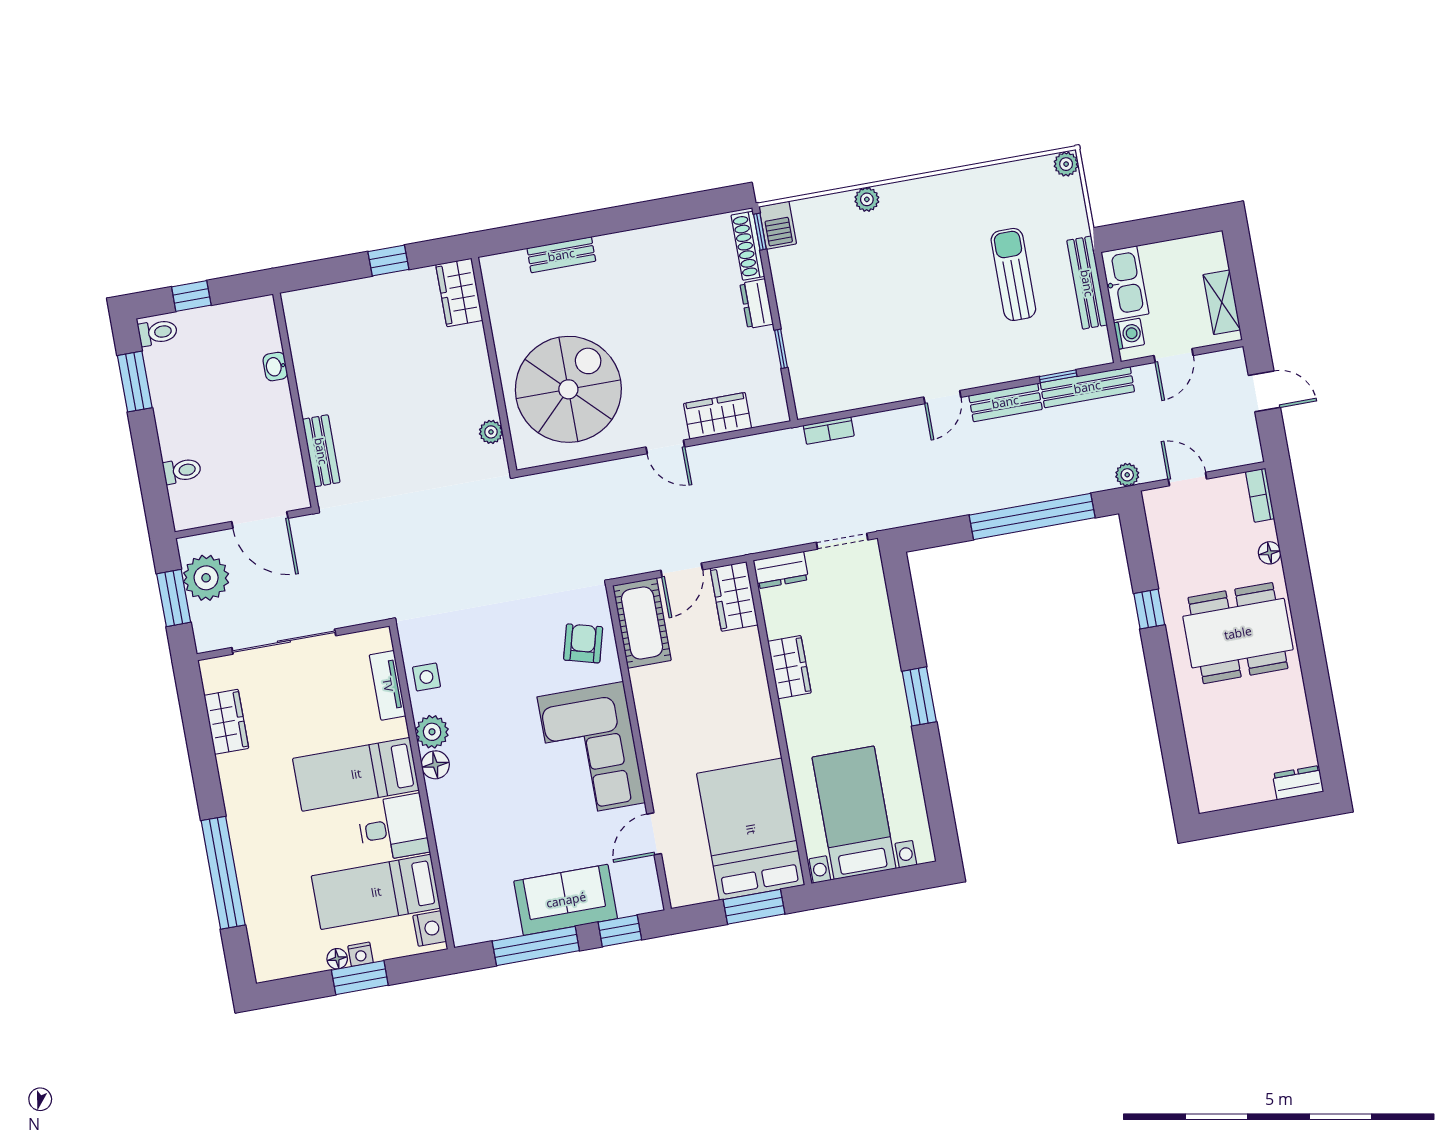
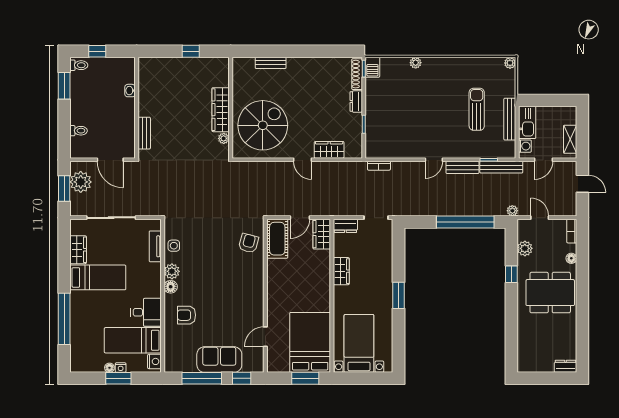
wardrobe: (459, 292) -> (221, 110), moved, width x1.50
plant: (1168, 550) -> (525, 248), added
corner sofa: (591, 750) -> (243, 293), removed
bed: (356, 774) -> (98, 277), moved, turned 180
armchair: (480, 819) -> (187, 315), added

